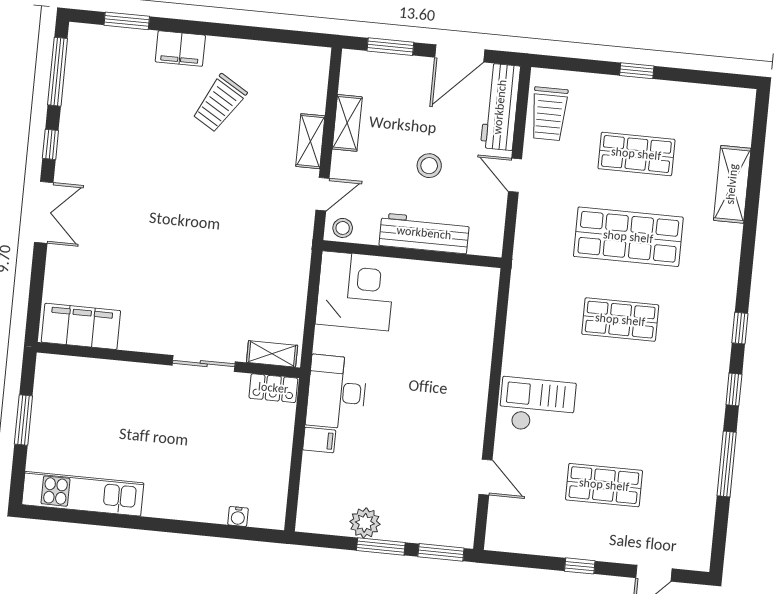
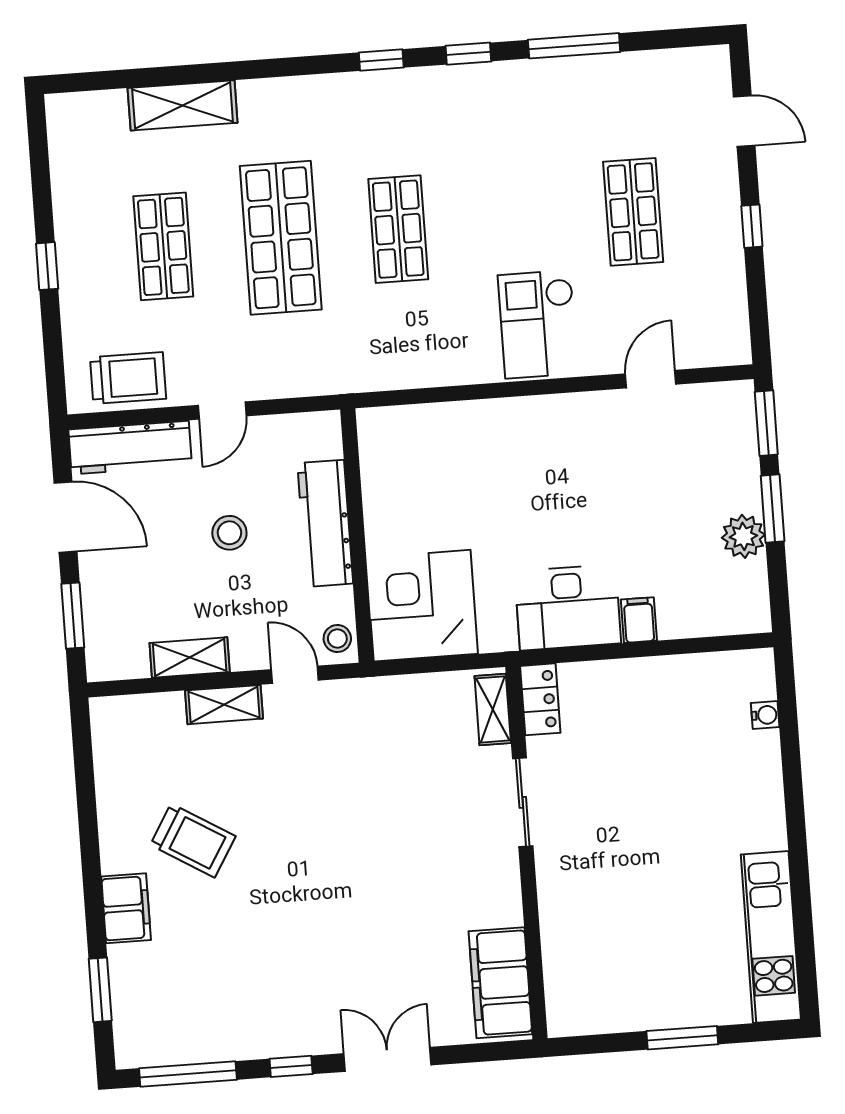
filing cabinet: (81, 326) -> (500, 983), moved
shelving: (272, 354) -> (493, 709), moved
wall: (168, 360) -> (526, 853), moved
sliding door: (204, 364) -> (523, 802), moved
locker: (273, 388) -> (540, 699), moved

